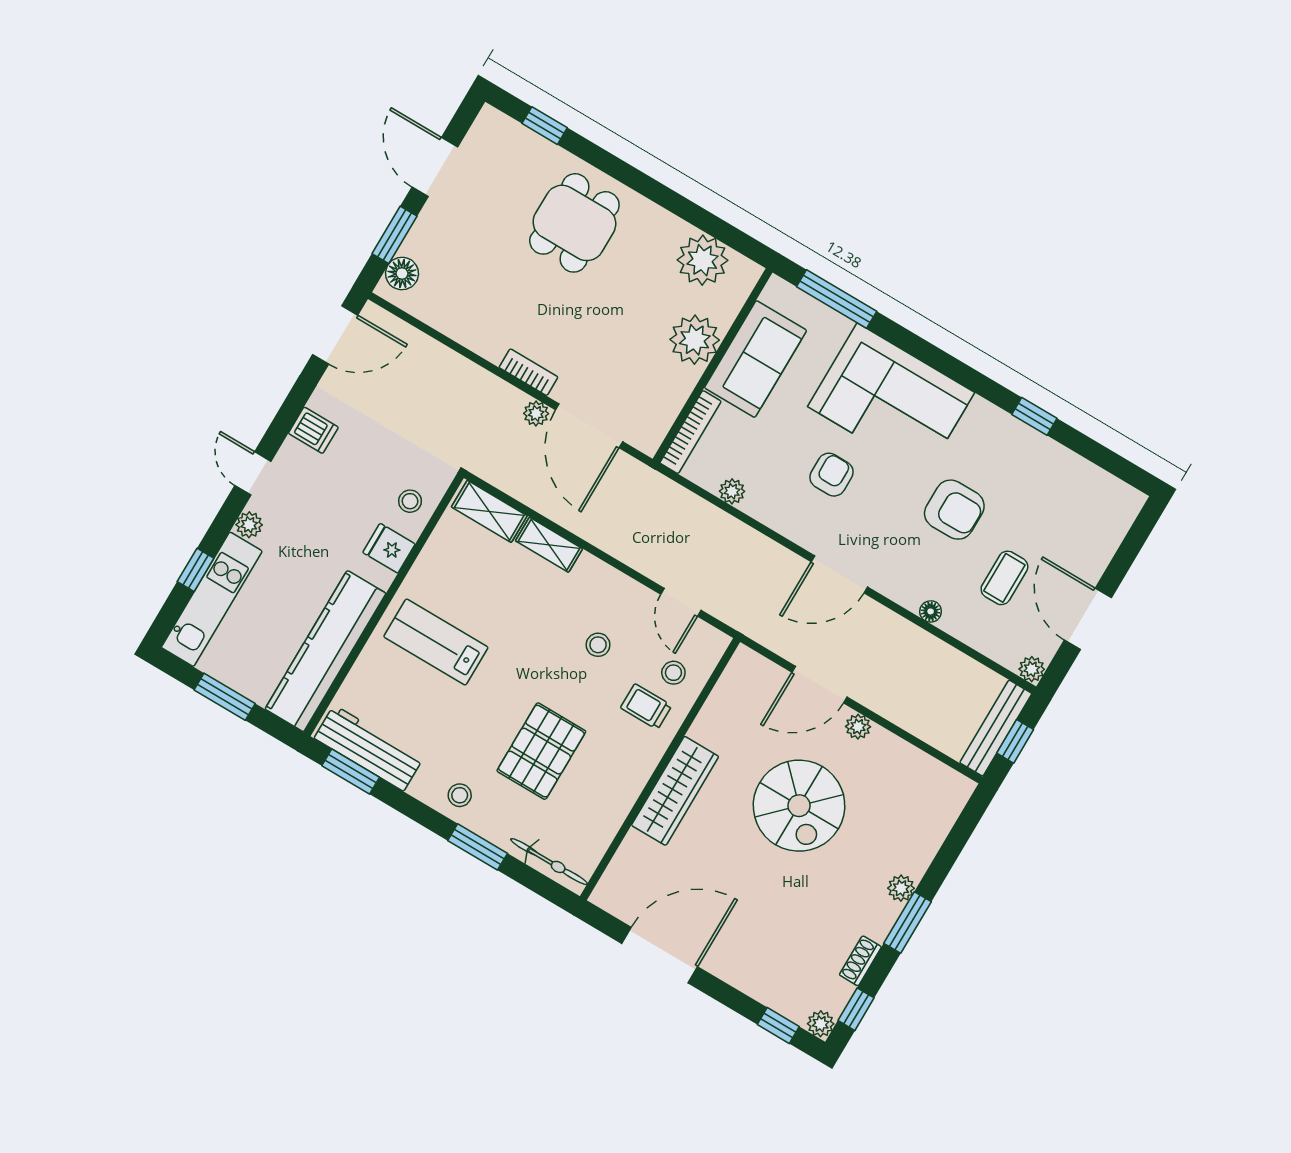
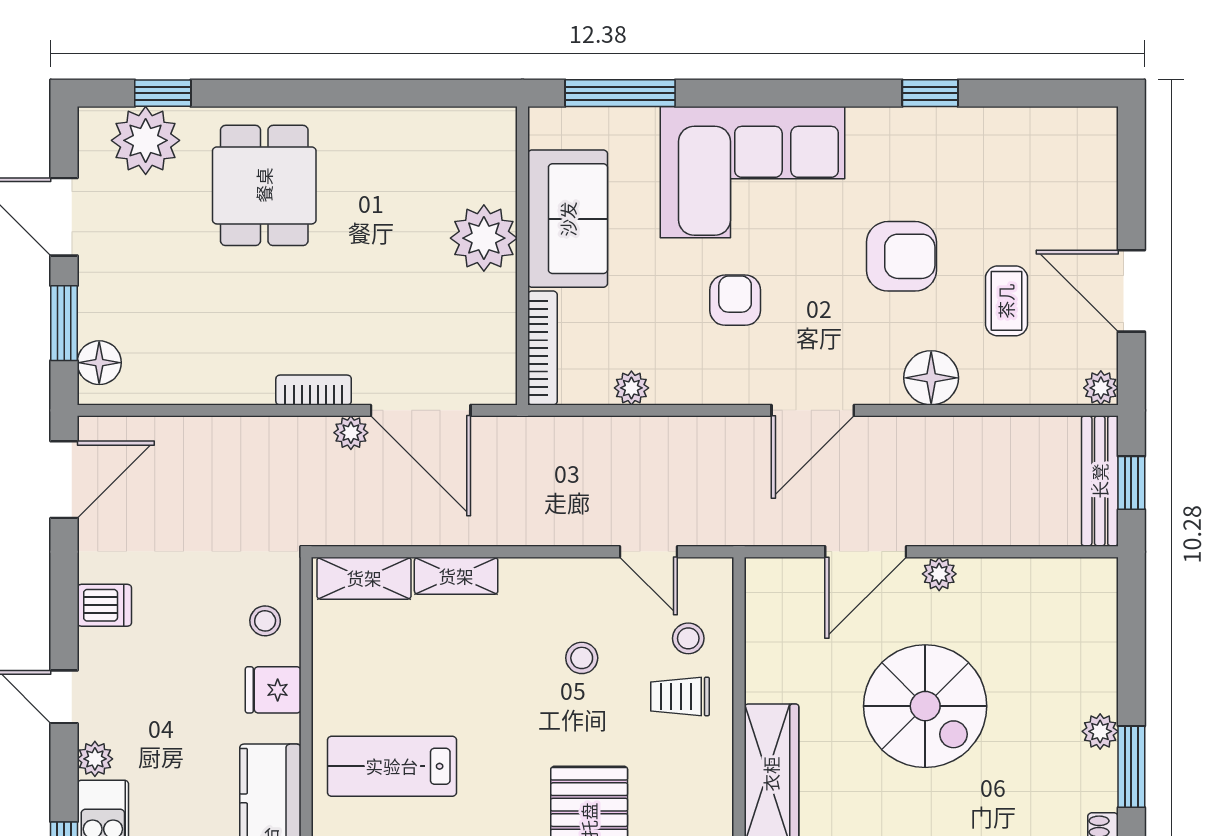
plant: (703, 260) -> (146, 140), moved
floor lamp: (931, 611) -> (931, 378), width x1.89, depth x1.89

